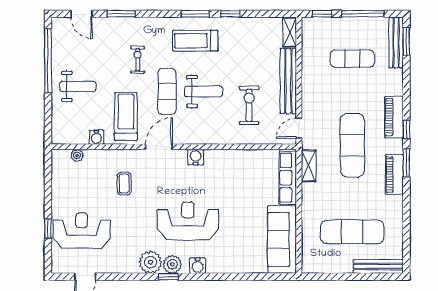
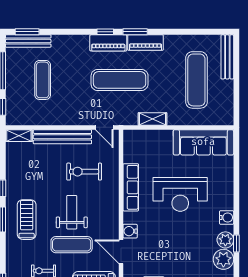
treadmill: (195, 41) -> (27, 220), turned 180
piano: (394, 117) -> (108, 43), moved
water cooler: (196, 157) -> (130, 231), moved
shelving: (308, 166) -> (152, 119), moved
row of seats: (288, 178) -> (131, 187), moved, turned -90
reception desk: (188, 221) -> (180, 194), moved, turned -90

